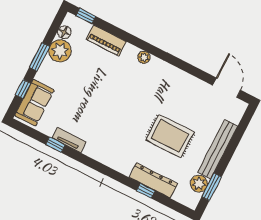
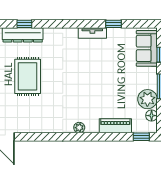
rug: (170, 136) -> (28, 76), turned 90
tv unit: (69, 140) -> (92, 33), moved

